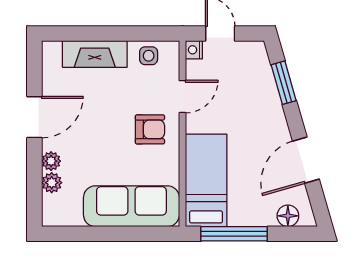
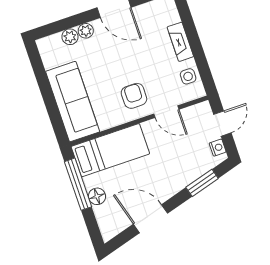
nightstand: (194, 50) -> (218, 148), moved, turned 90
fireplace: (95, 54) -> (180, 42), width x0.73, depth x0.76
armchair: (150, 129) -> (134, 96), turned 180
floor lamp: (288, 216) -> (97, 196), moved

